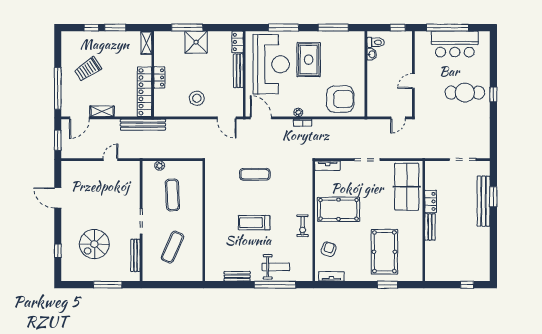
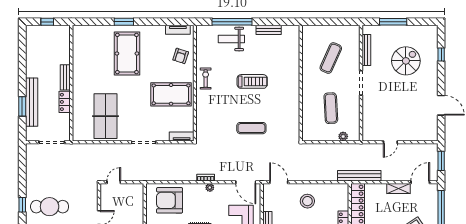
locker: (431, 201) -> (65, 102), moved
wall: (424, 221) -> (71, 83), moved
bench: (430, 227) -> (65, 77), moved

